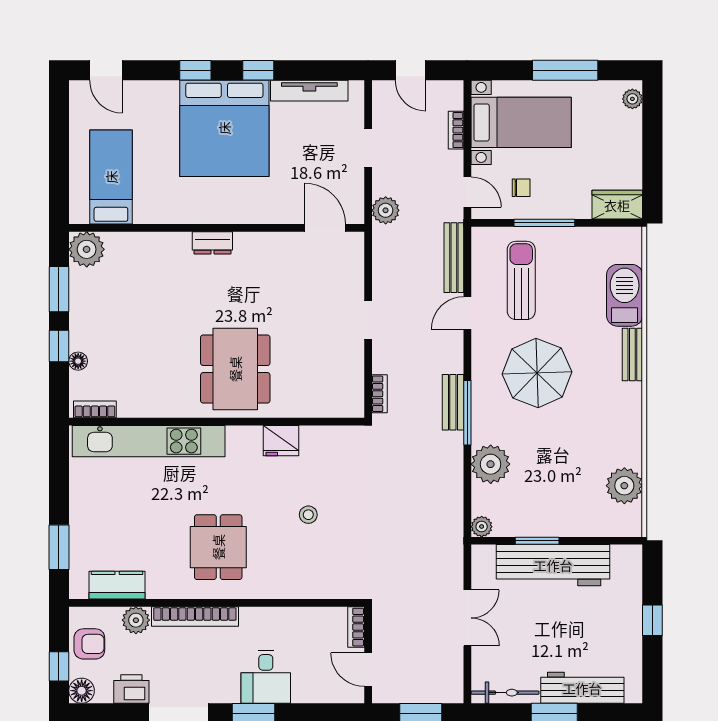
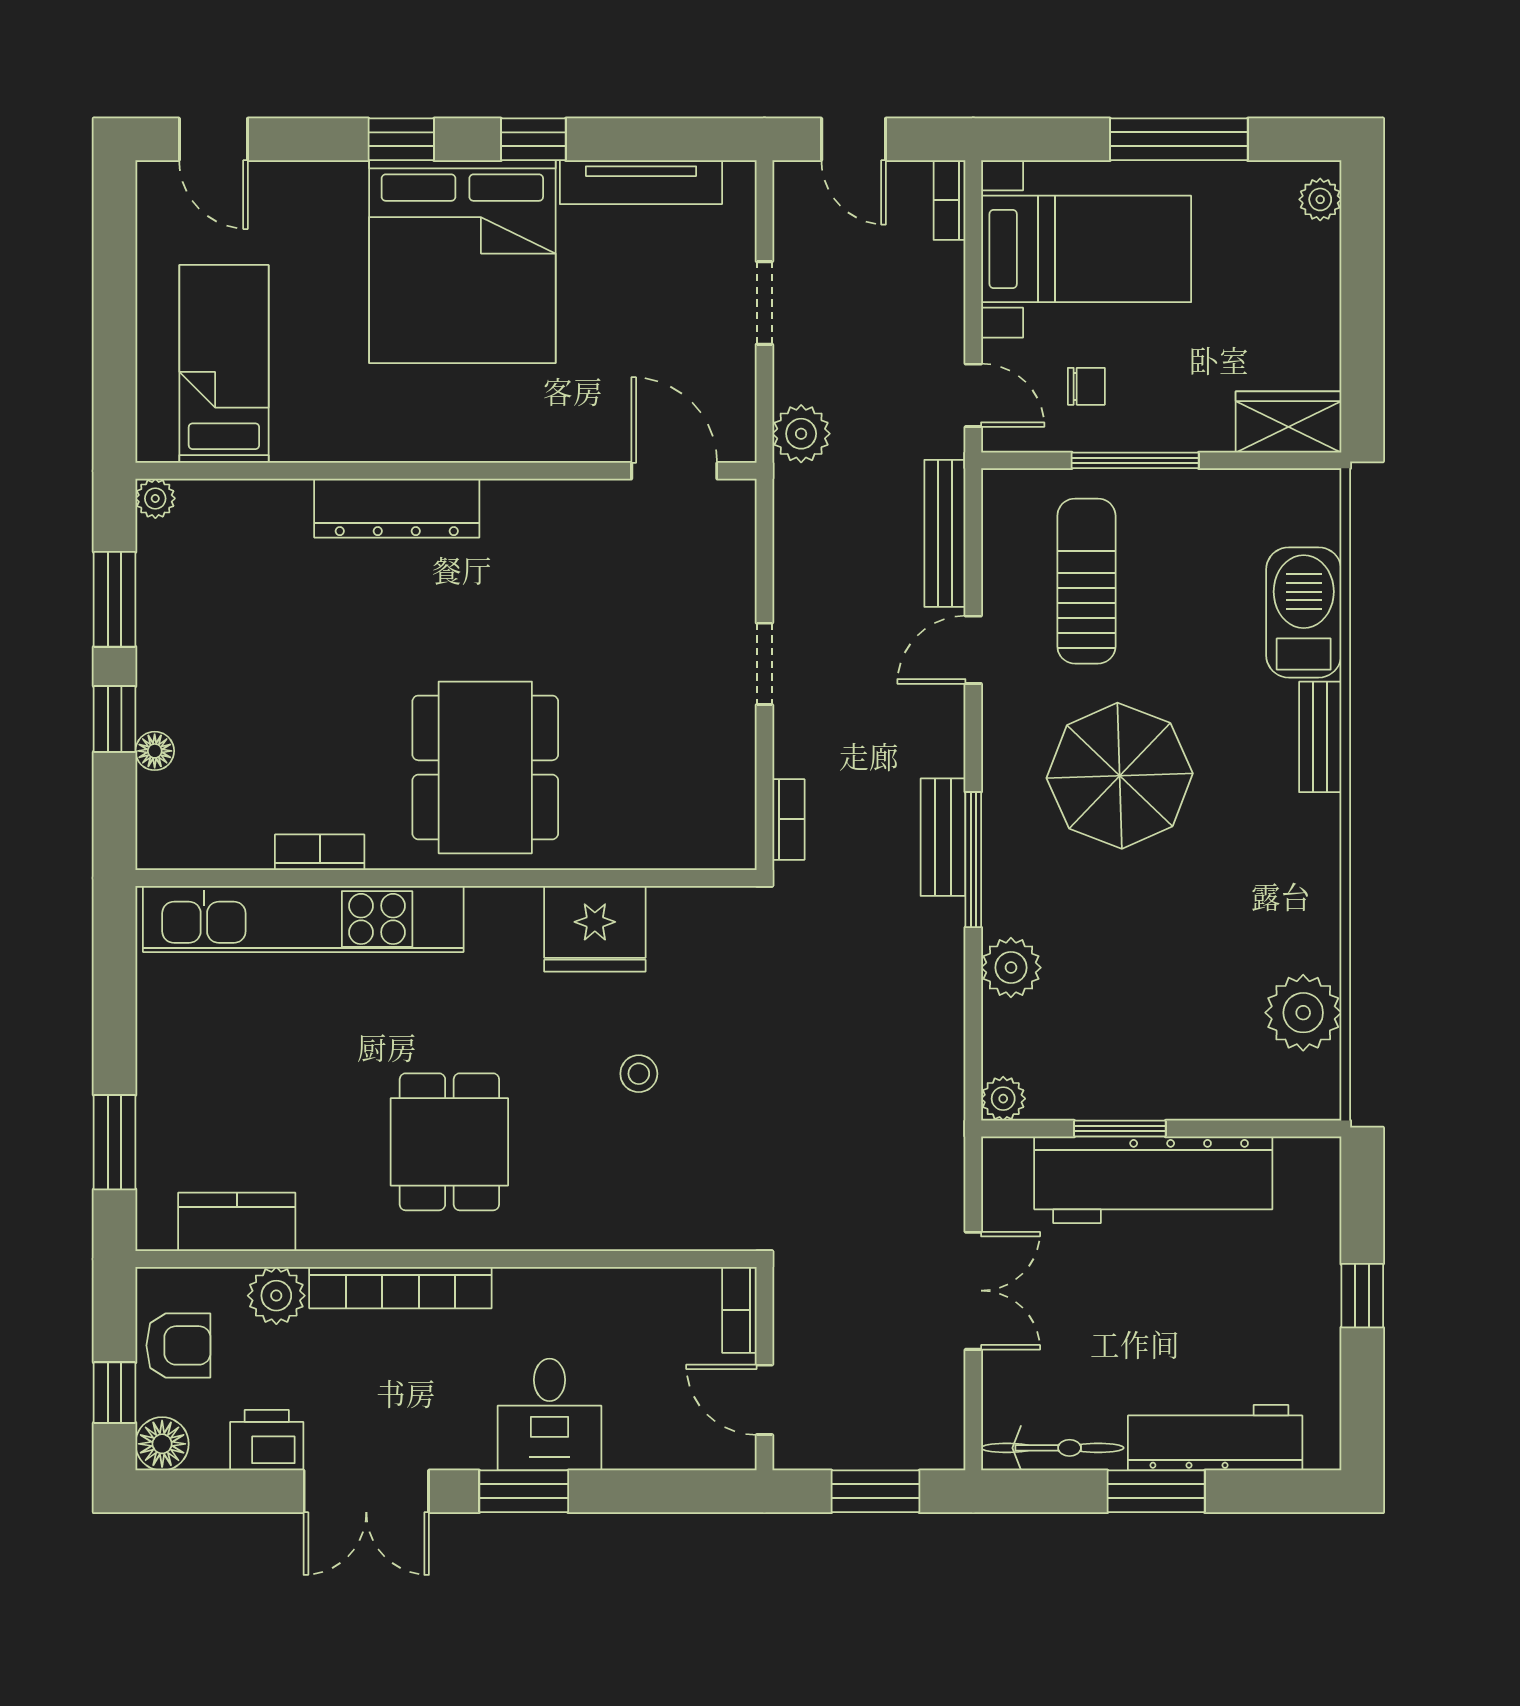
bookcase: (456, 130) -> (949, 200), moved
dresser: (212, 243) -> (397, 508), width x1.96, depth x1.24
plant: (87, 249) -> (155, 498), width x0.53, depth x0.53
bookcase: (95, 409) -> (320, 852), moved
fridge: (281, 441) -> (595, 929), width x1.36, depth x1.34
plant: (491, 464) -> (1011, 968), width x0.73, depth x0.73

